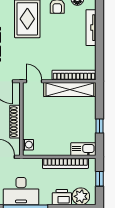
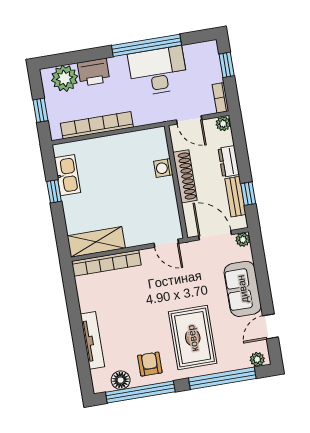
shelving: (70, 90) -> (96, 242), width x0.68
washing machine: (28, 145) -> (163, 168), moved
kitchen sink: (83, 149) -> (67, 175), moved, turned -90

